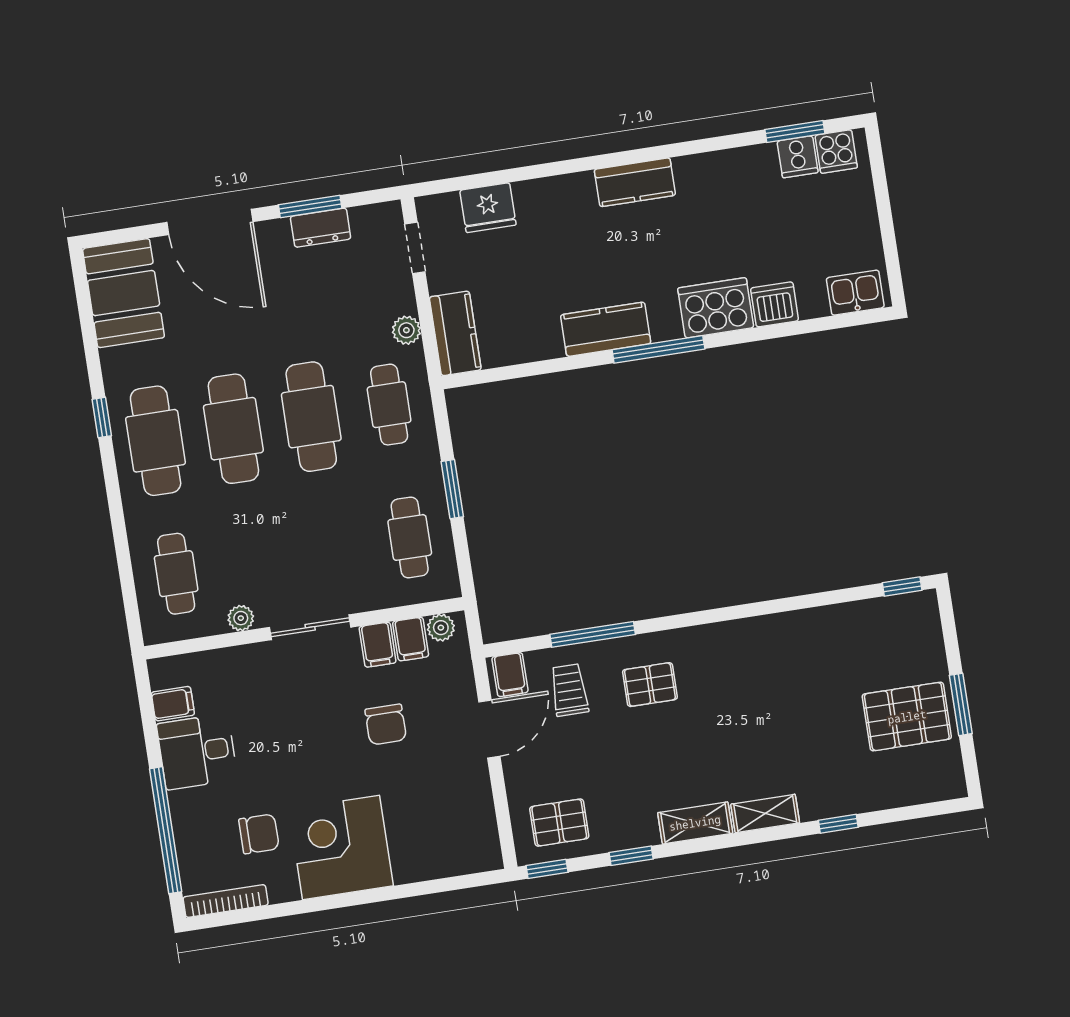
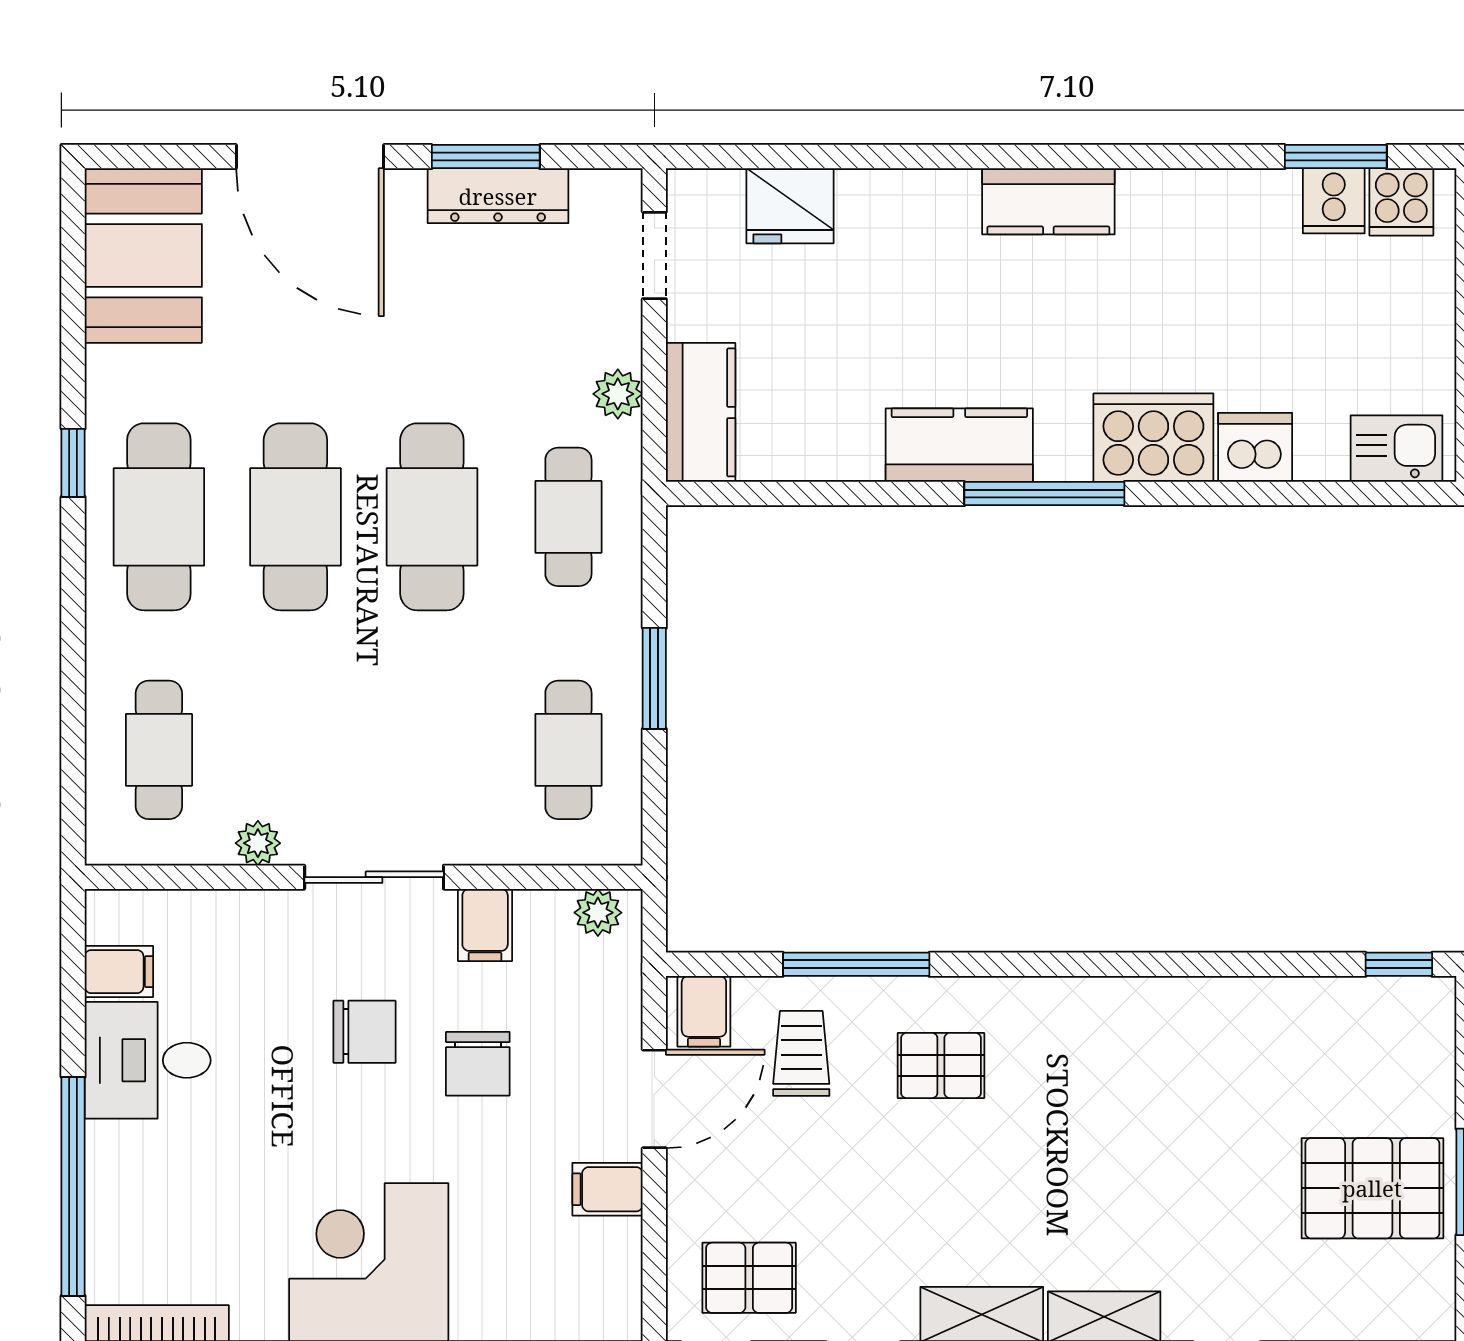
dresser: (321, 228) -> (498, 196), width x1.44
filing cabinet: (411, 639) -> (607, 1189), moved, turned 90
chair: (259, 834) -> (364, 1032), moved

